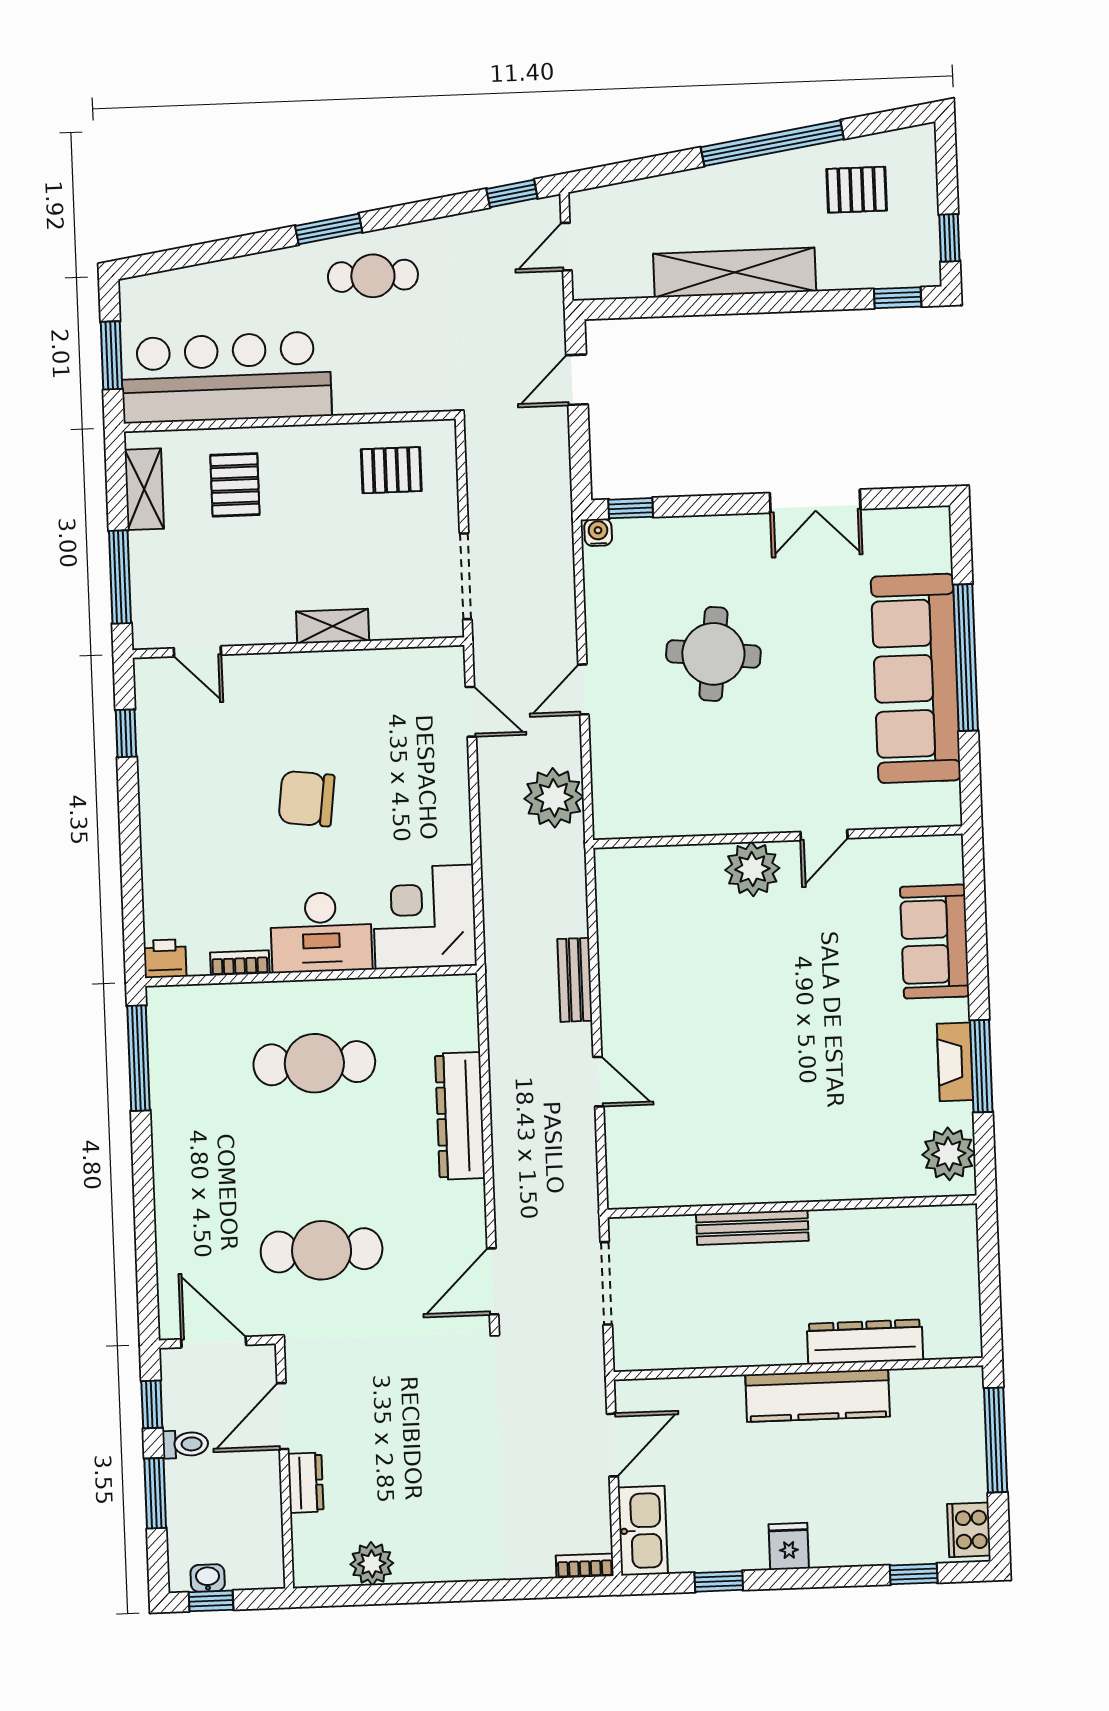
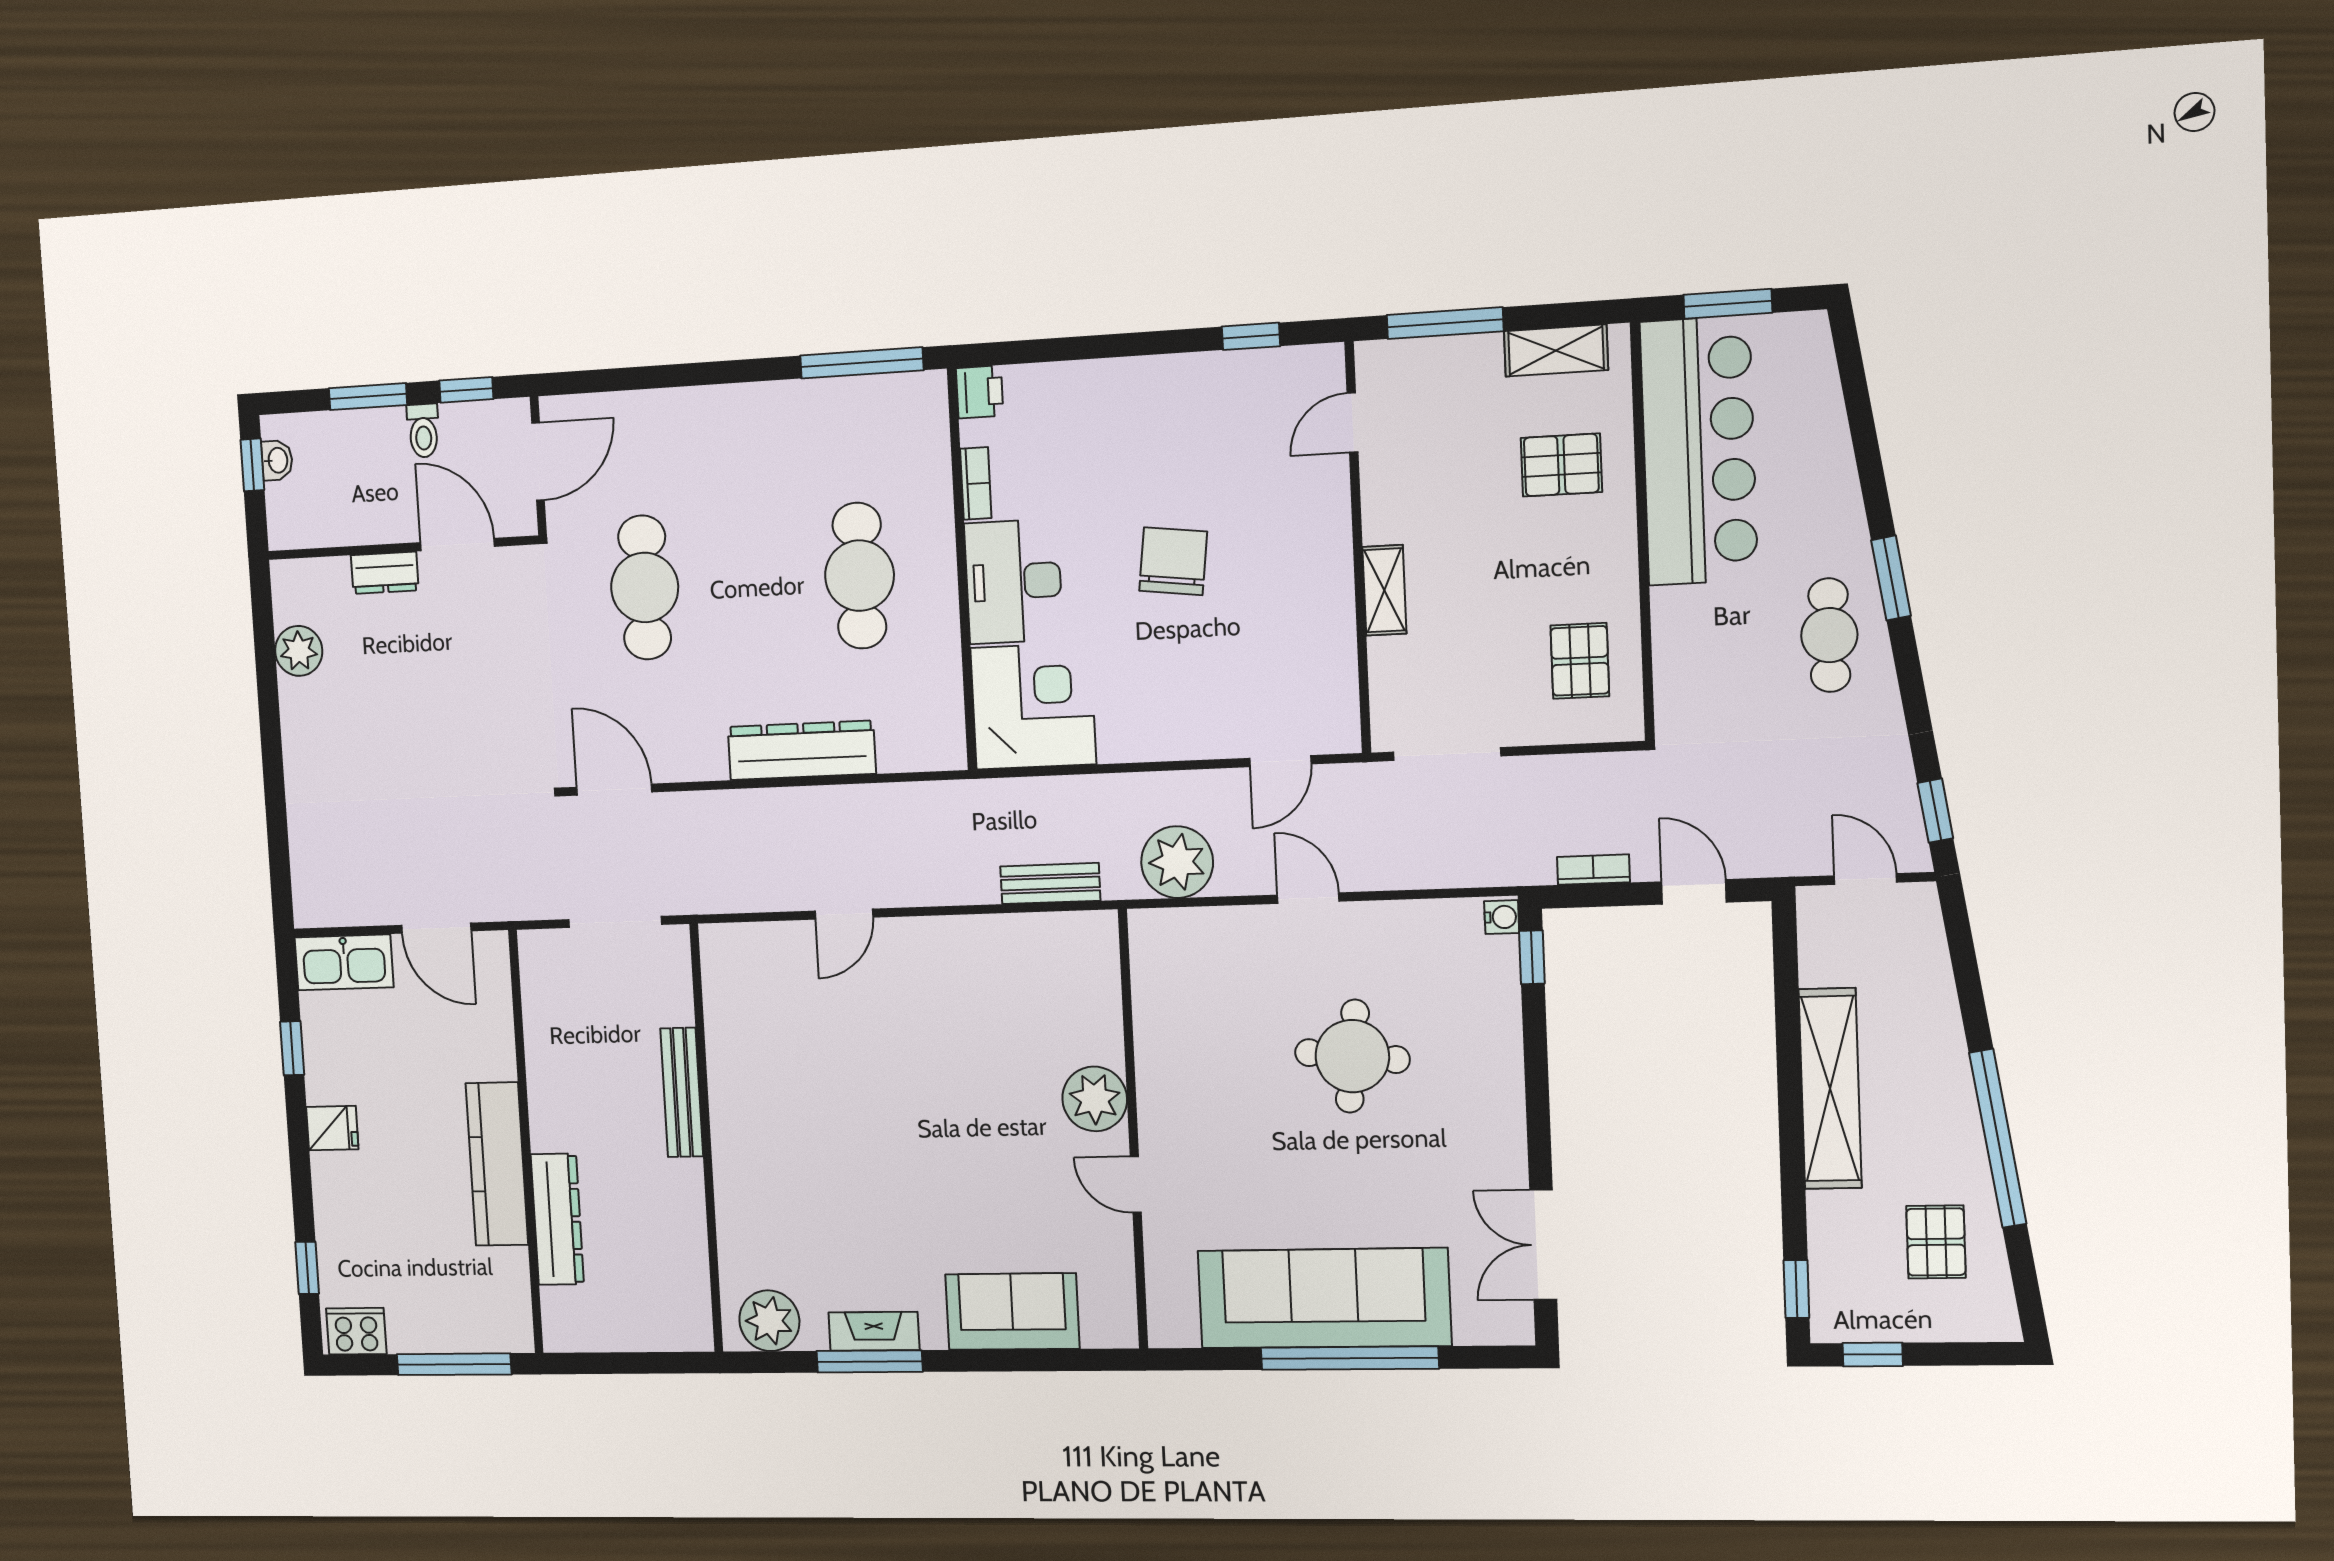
double door: (815, 501) -> (1543, 1245), moved
bench: (575, 980) -> (1050, 883), moved
bookcase: (585, 1566) -> (1593, 870), moved, turned -90

